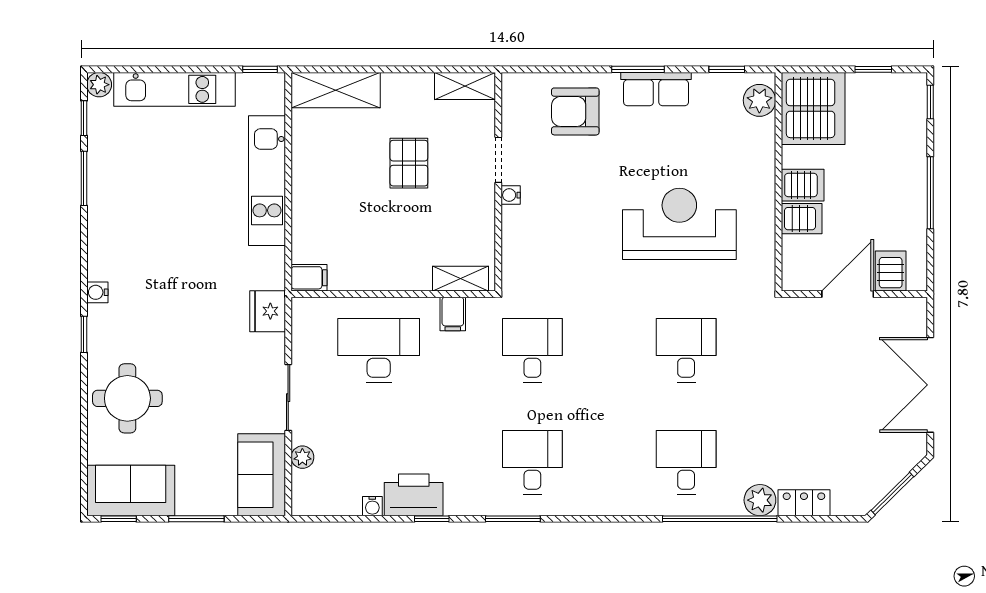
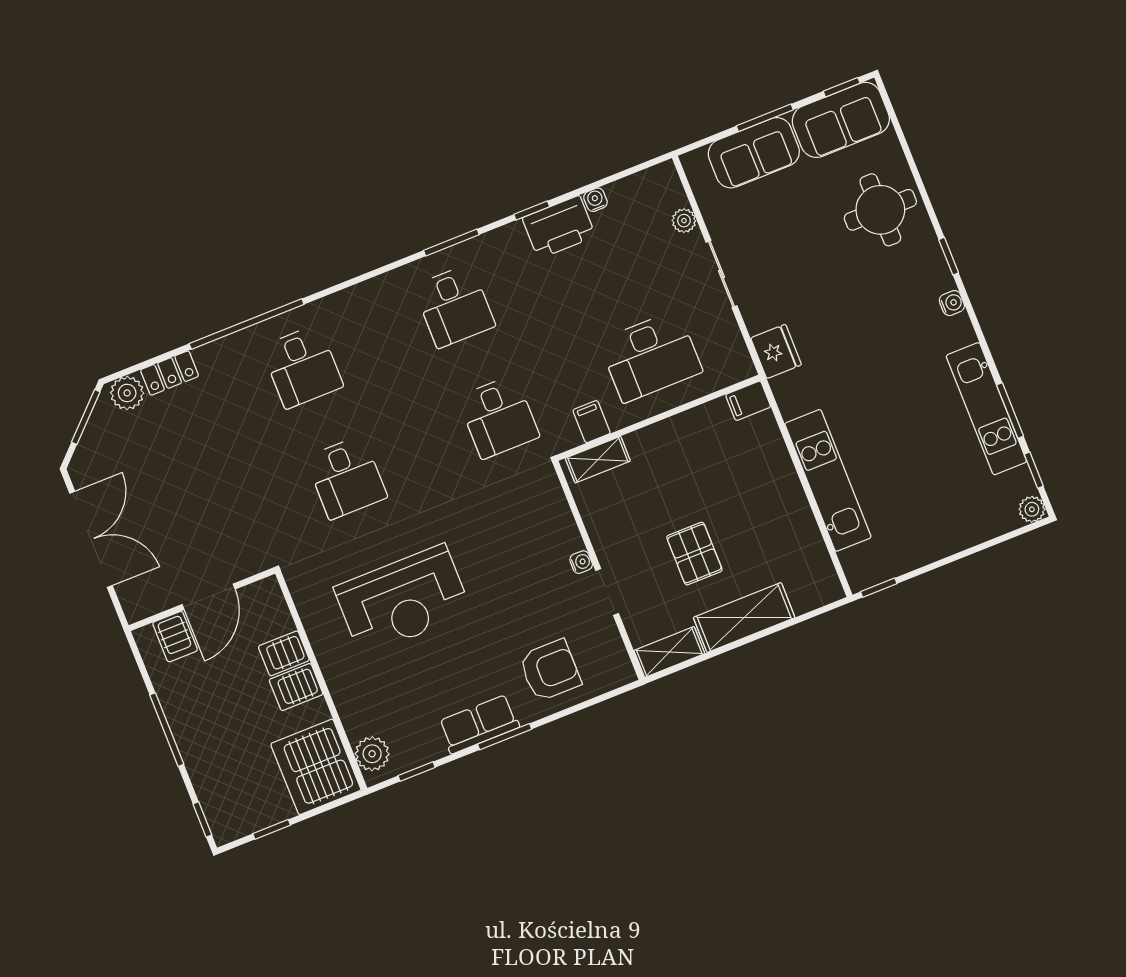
kitchen unit: (174, 89) -> (986, 409), moved, turned -90
shelving: (336, 90) -> (744, 618), moved
sofa: (262, 475) -> (754, 153), moved, turned 90
plant: (760, 500) -> (127, 393), moved

